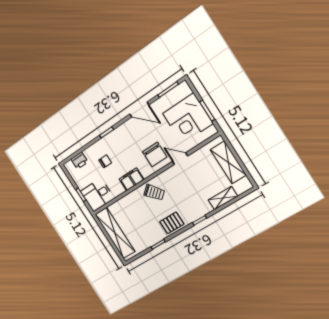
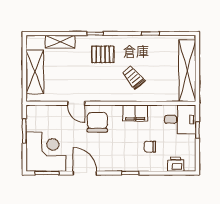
corner desk: (188, 118) -> (46, 152), moved
trolley: (154, 192) -> (133, 77), moved
pallet: (172, 223) -> (103, 54), moved

